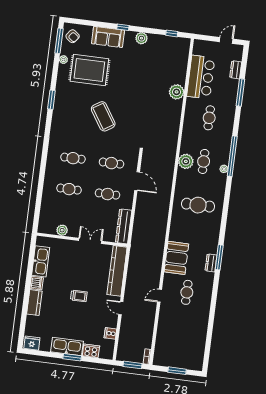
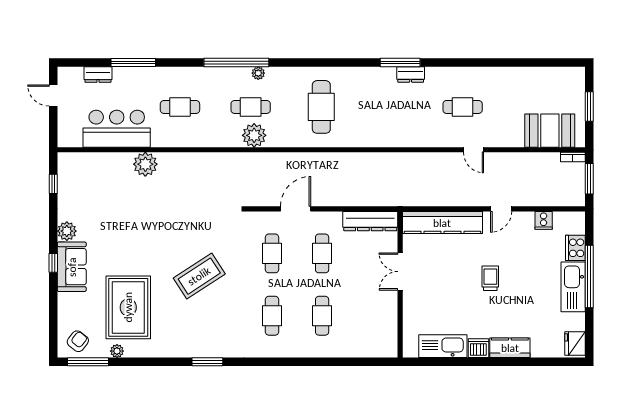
sofa: (108, 37) -> (72, 267), moved
window: (51, 100) -> (207, 362), moved
plant: (62, 230) -> (389, 318), removed
booth: (176, 258) -> (550, 131), moved
window: (72, 357) -> (589, 277), width x2.11

